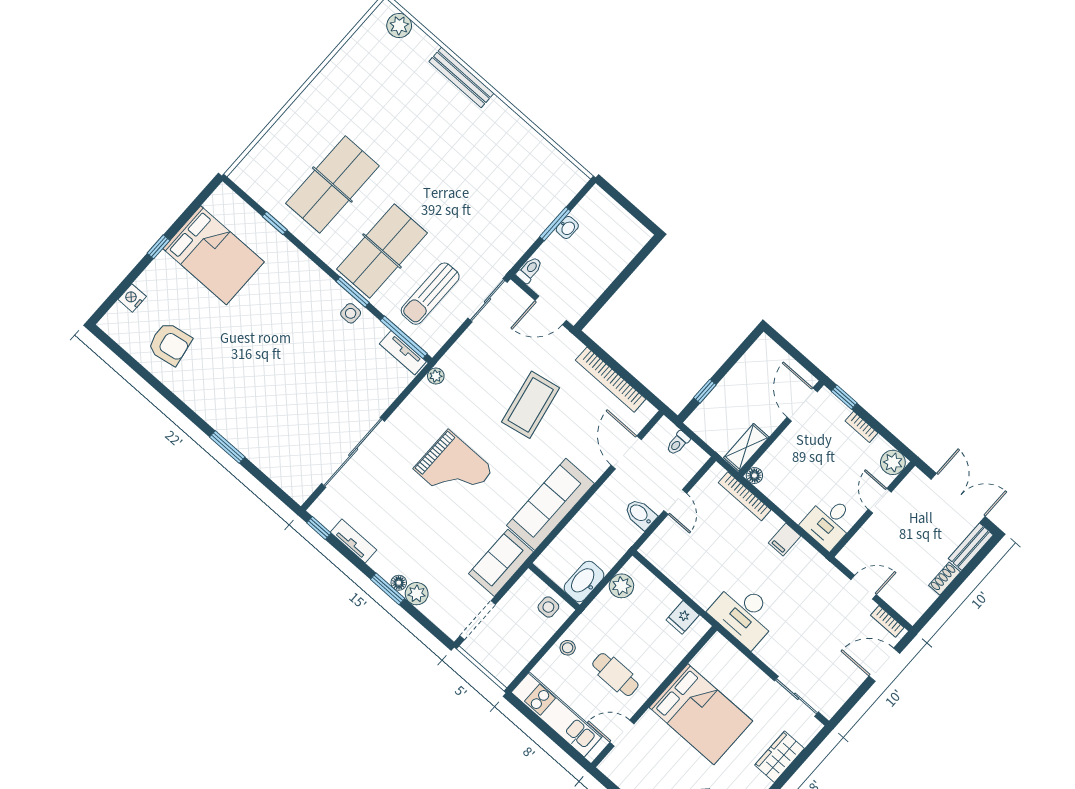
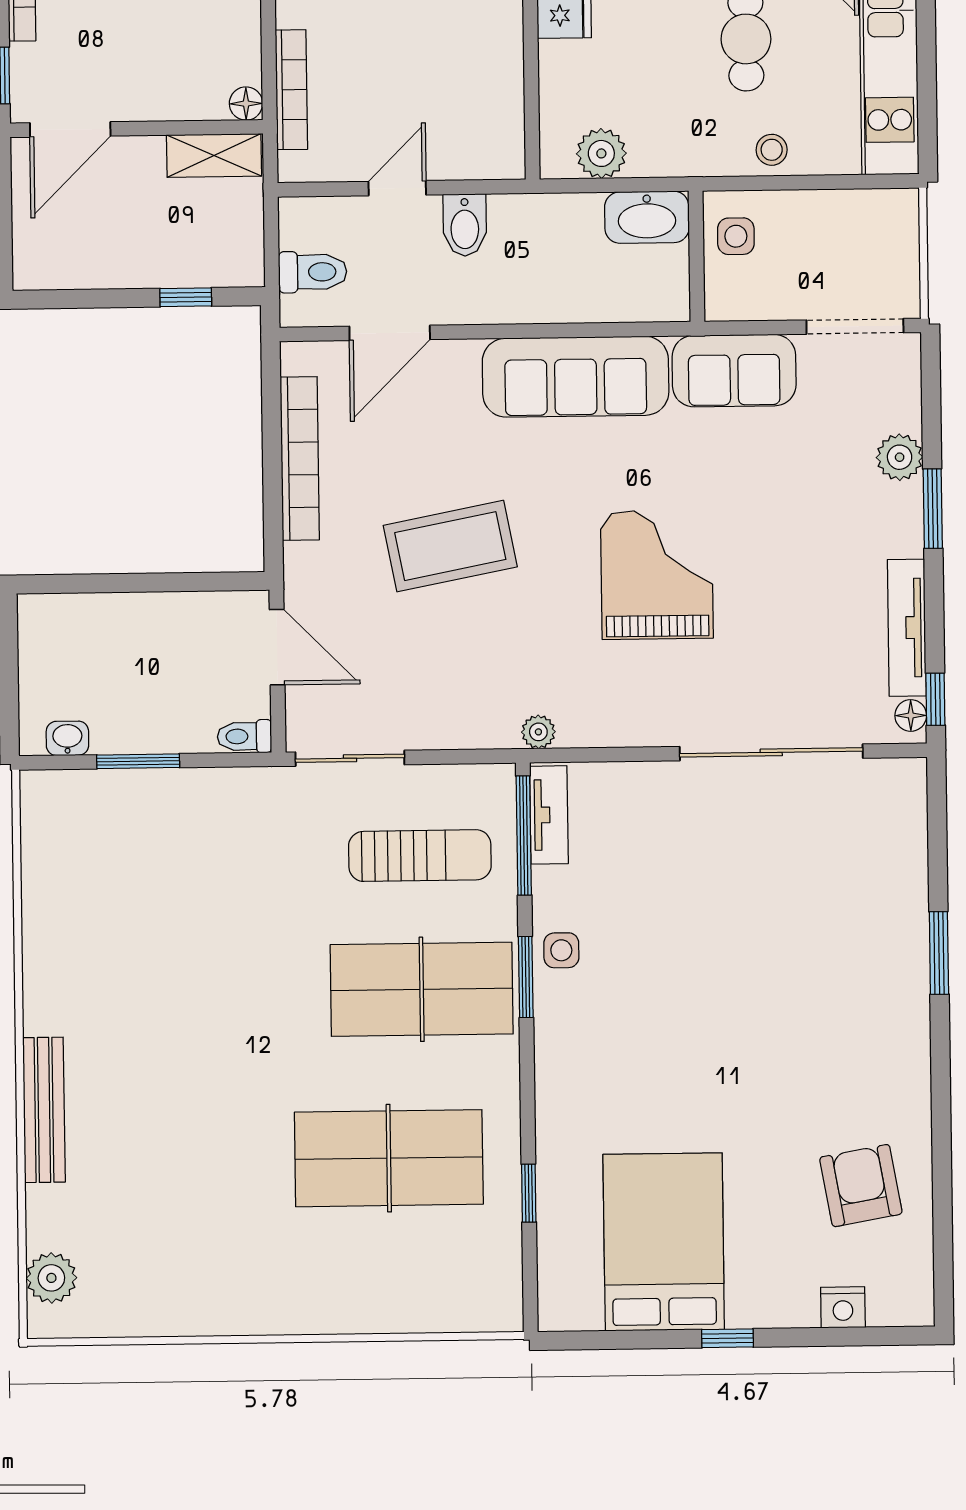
washbasin: (567, 228) -> (67, 738), moved
toilet: (678, 443) -> (313, 272), width x1.37, depth x1.39
tv unit: (354, 541) -> (907, 628), width x1.41
floor lamp: (399, 583) -> (911, 715), moved

